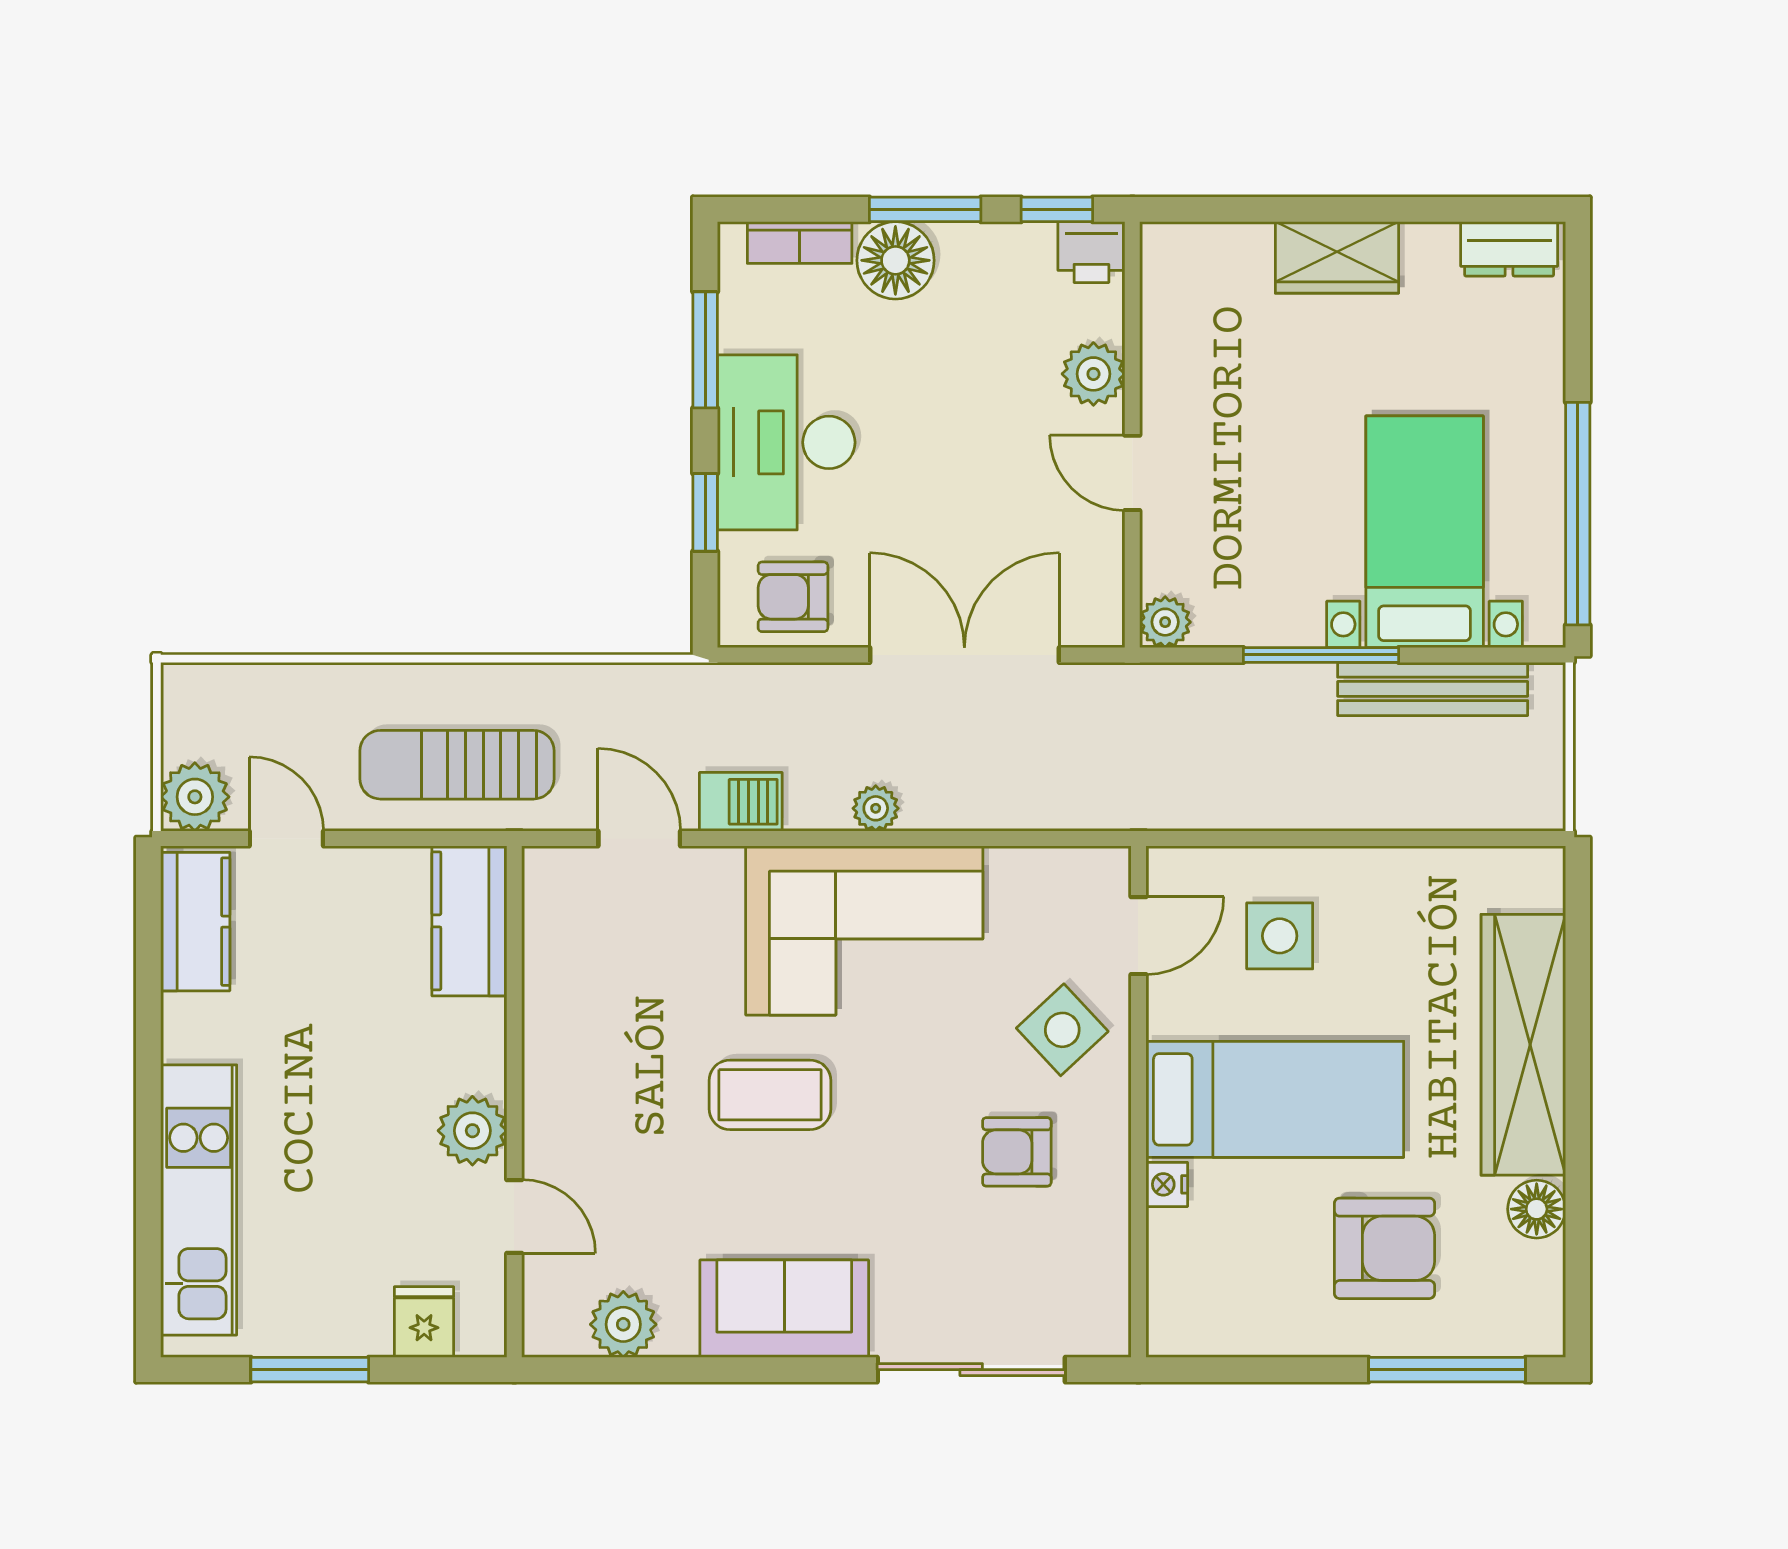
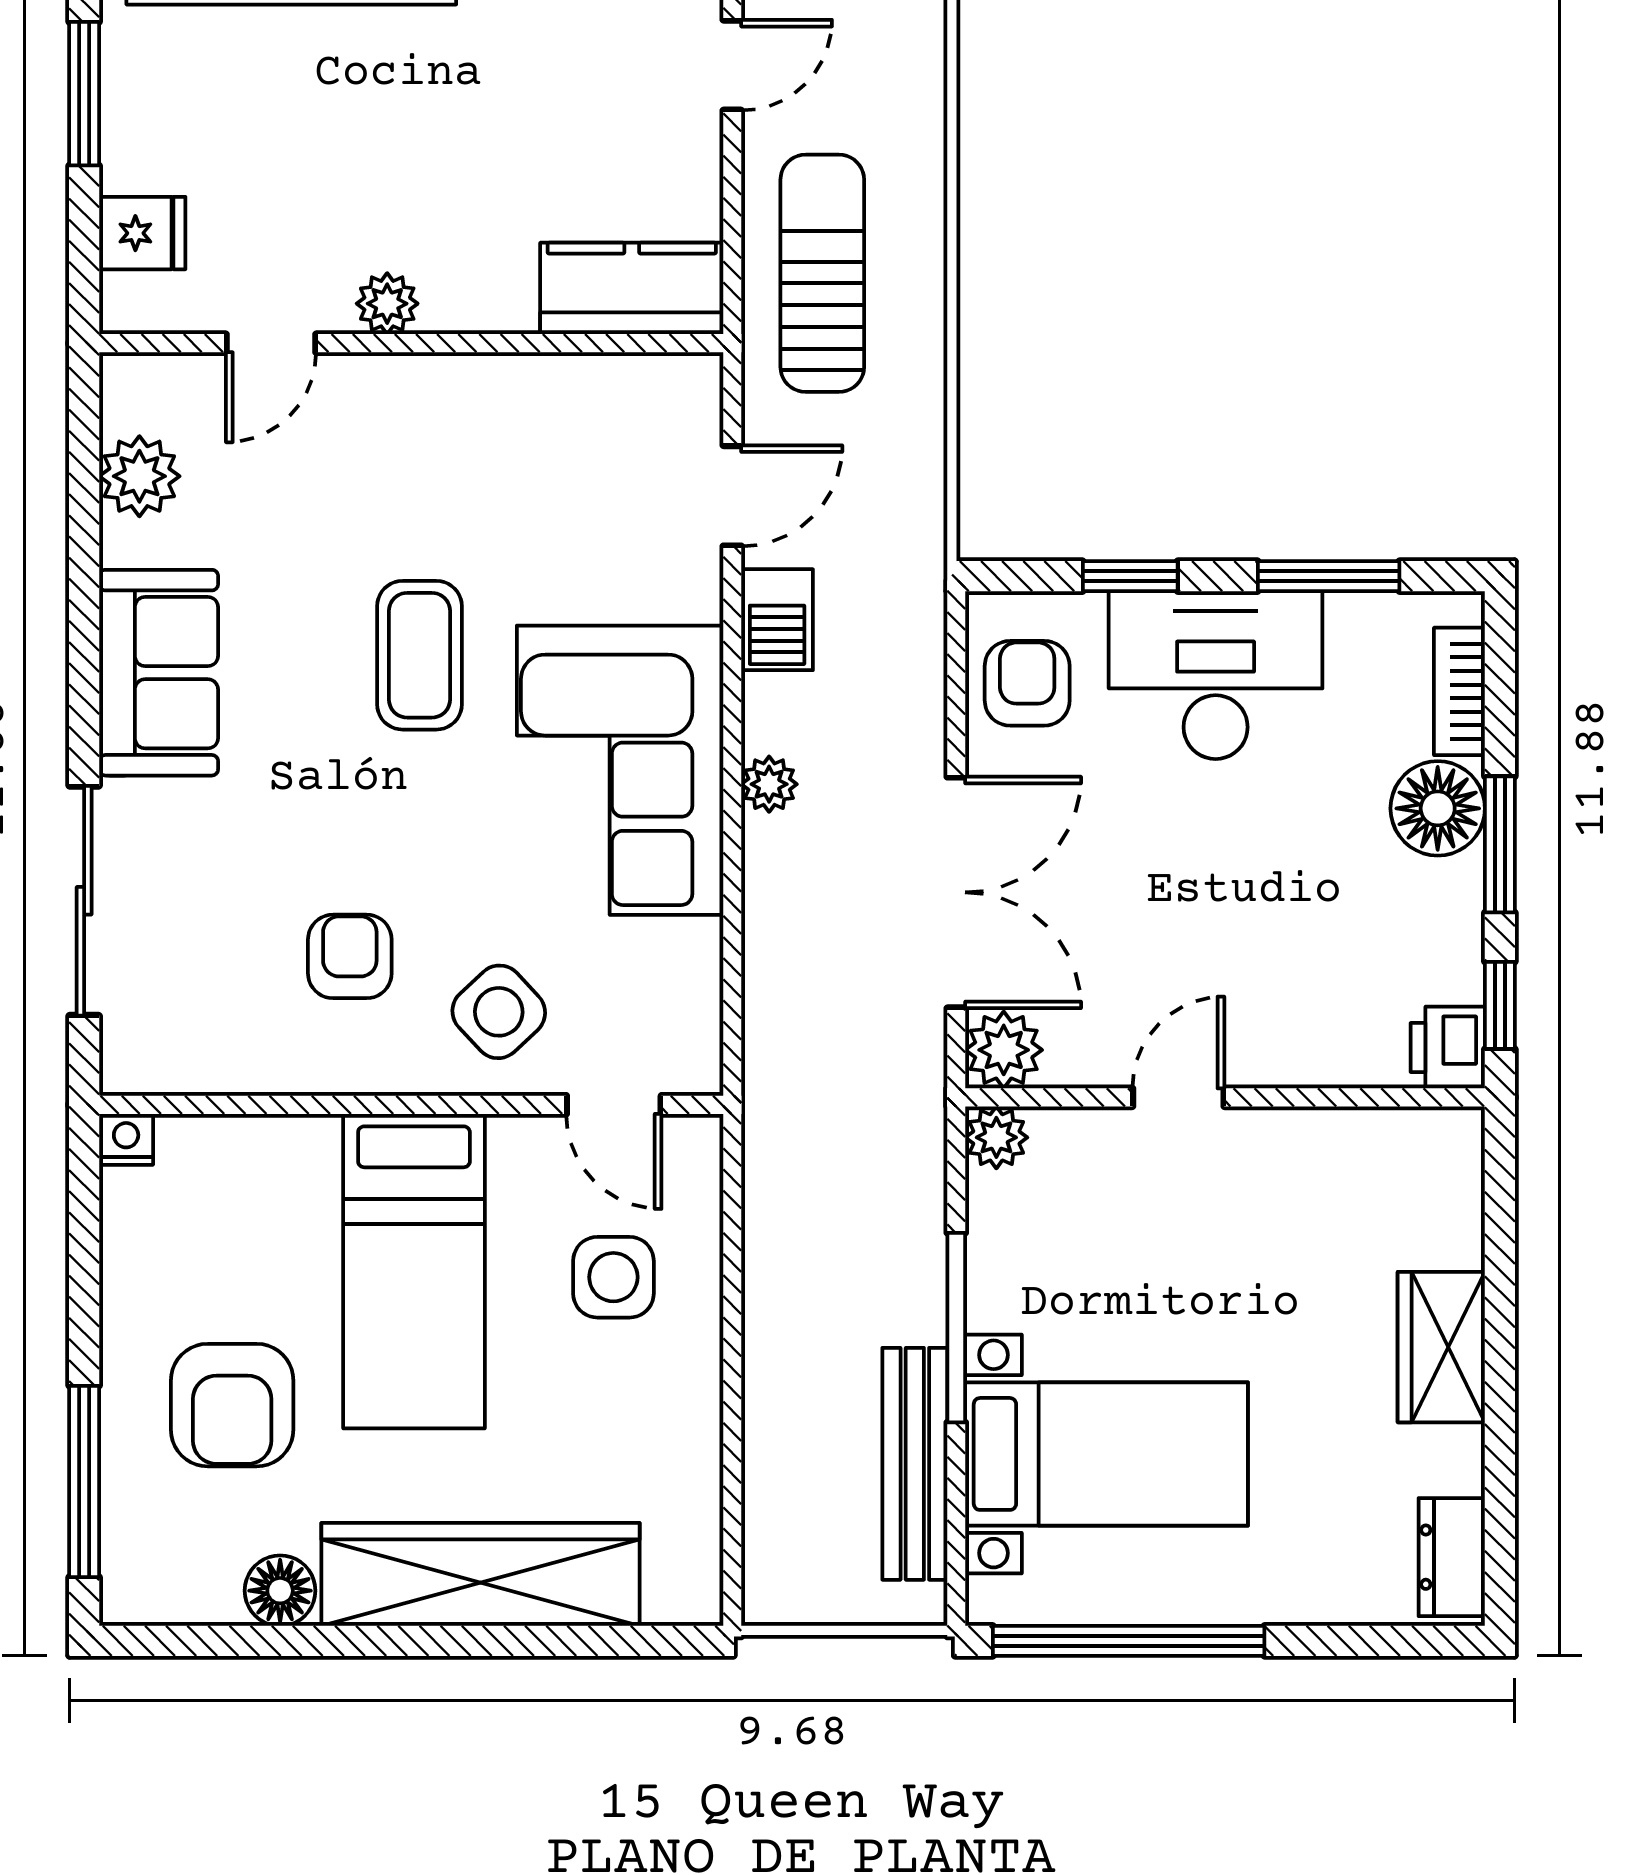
plant: (1093, 374) -> (1004, 1050), moved
plant: (472, 1131) -> (387, 304), width x0.73, depth x0.73
nightstand: (1167, 1184) -> (126, 1139), moved

